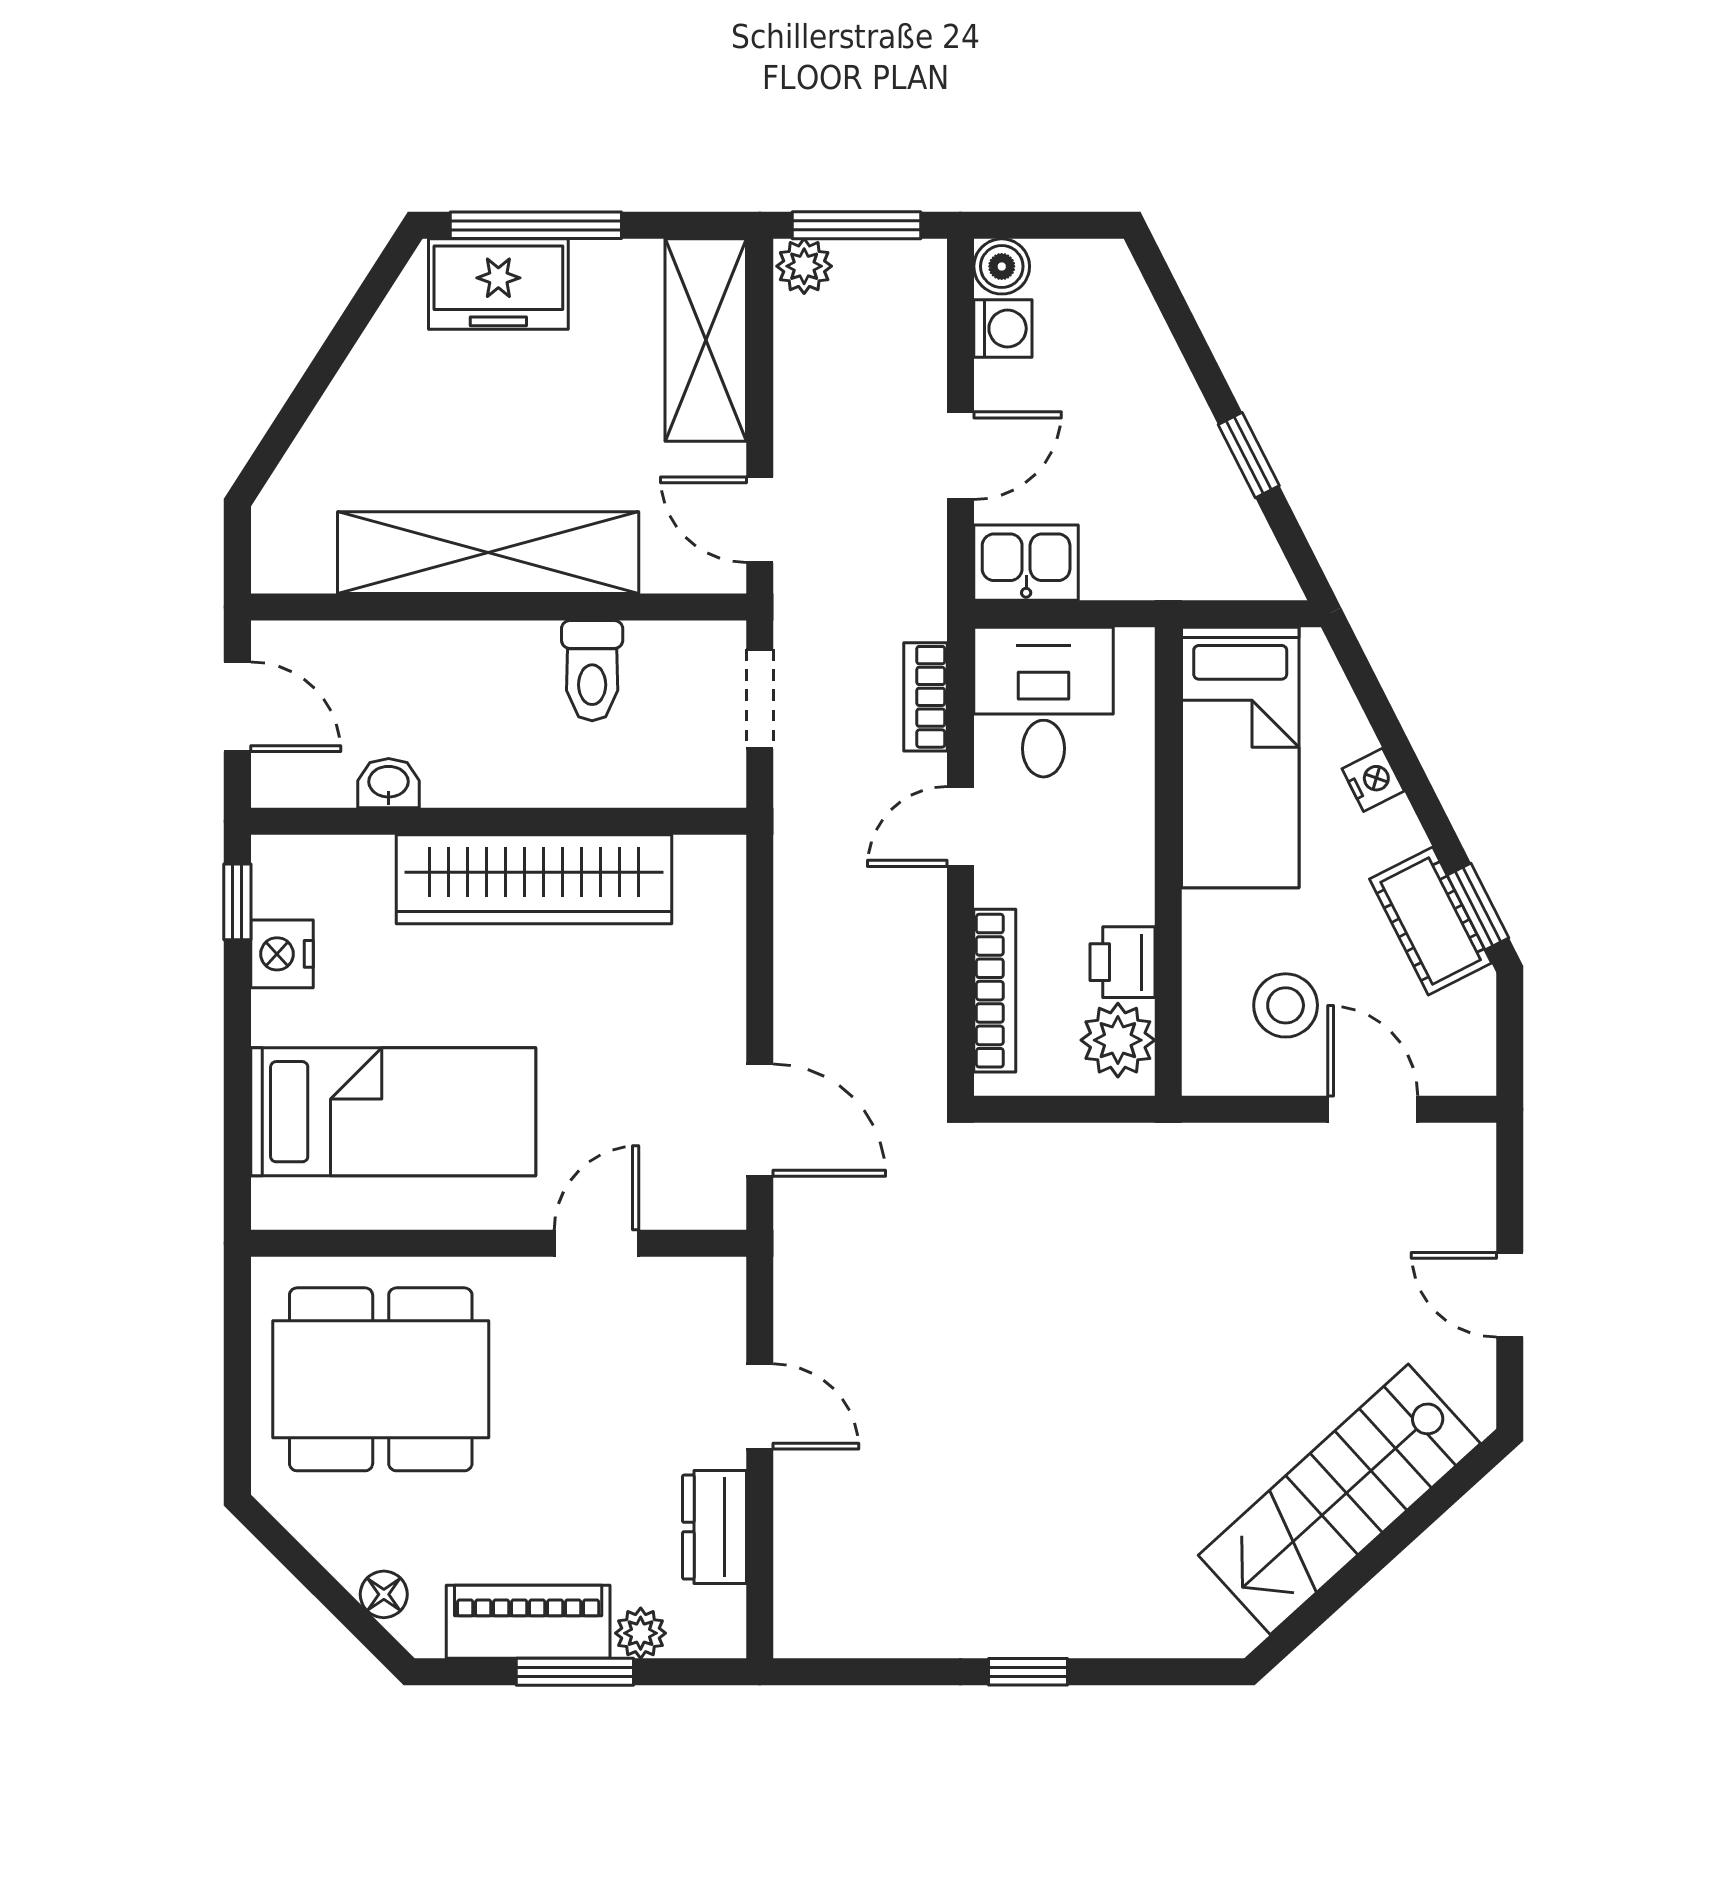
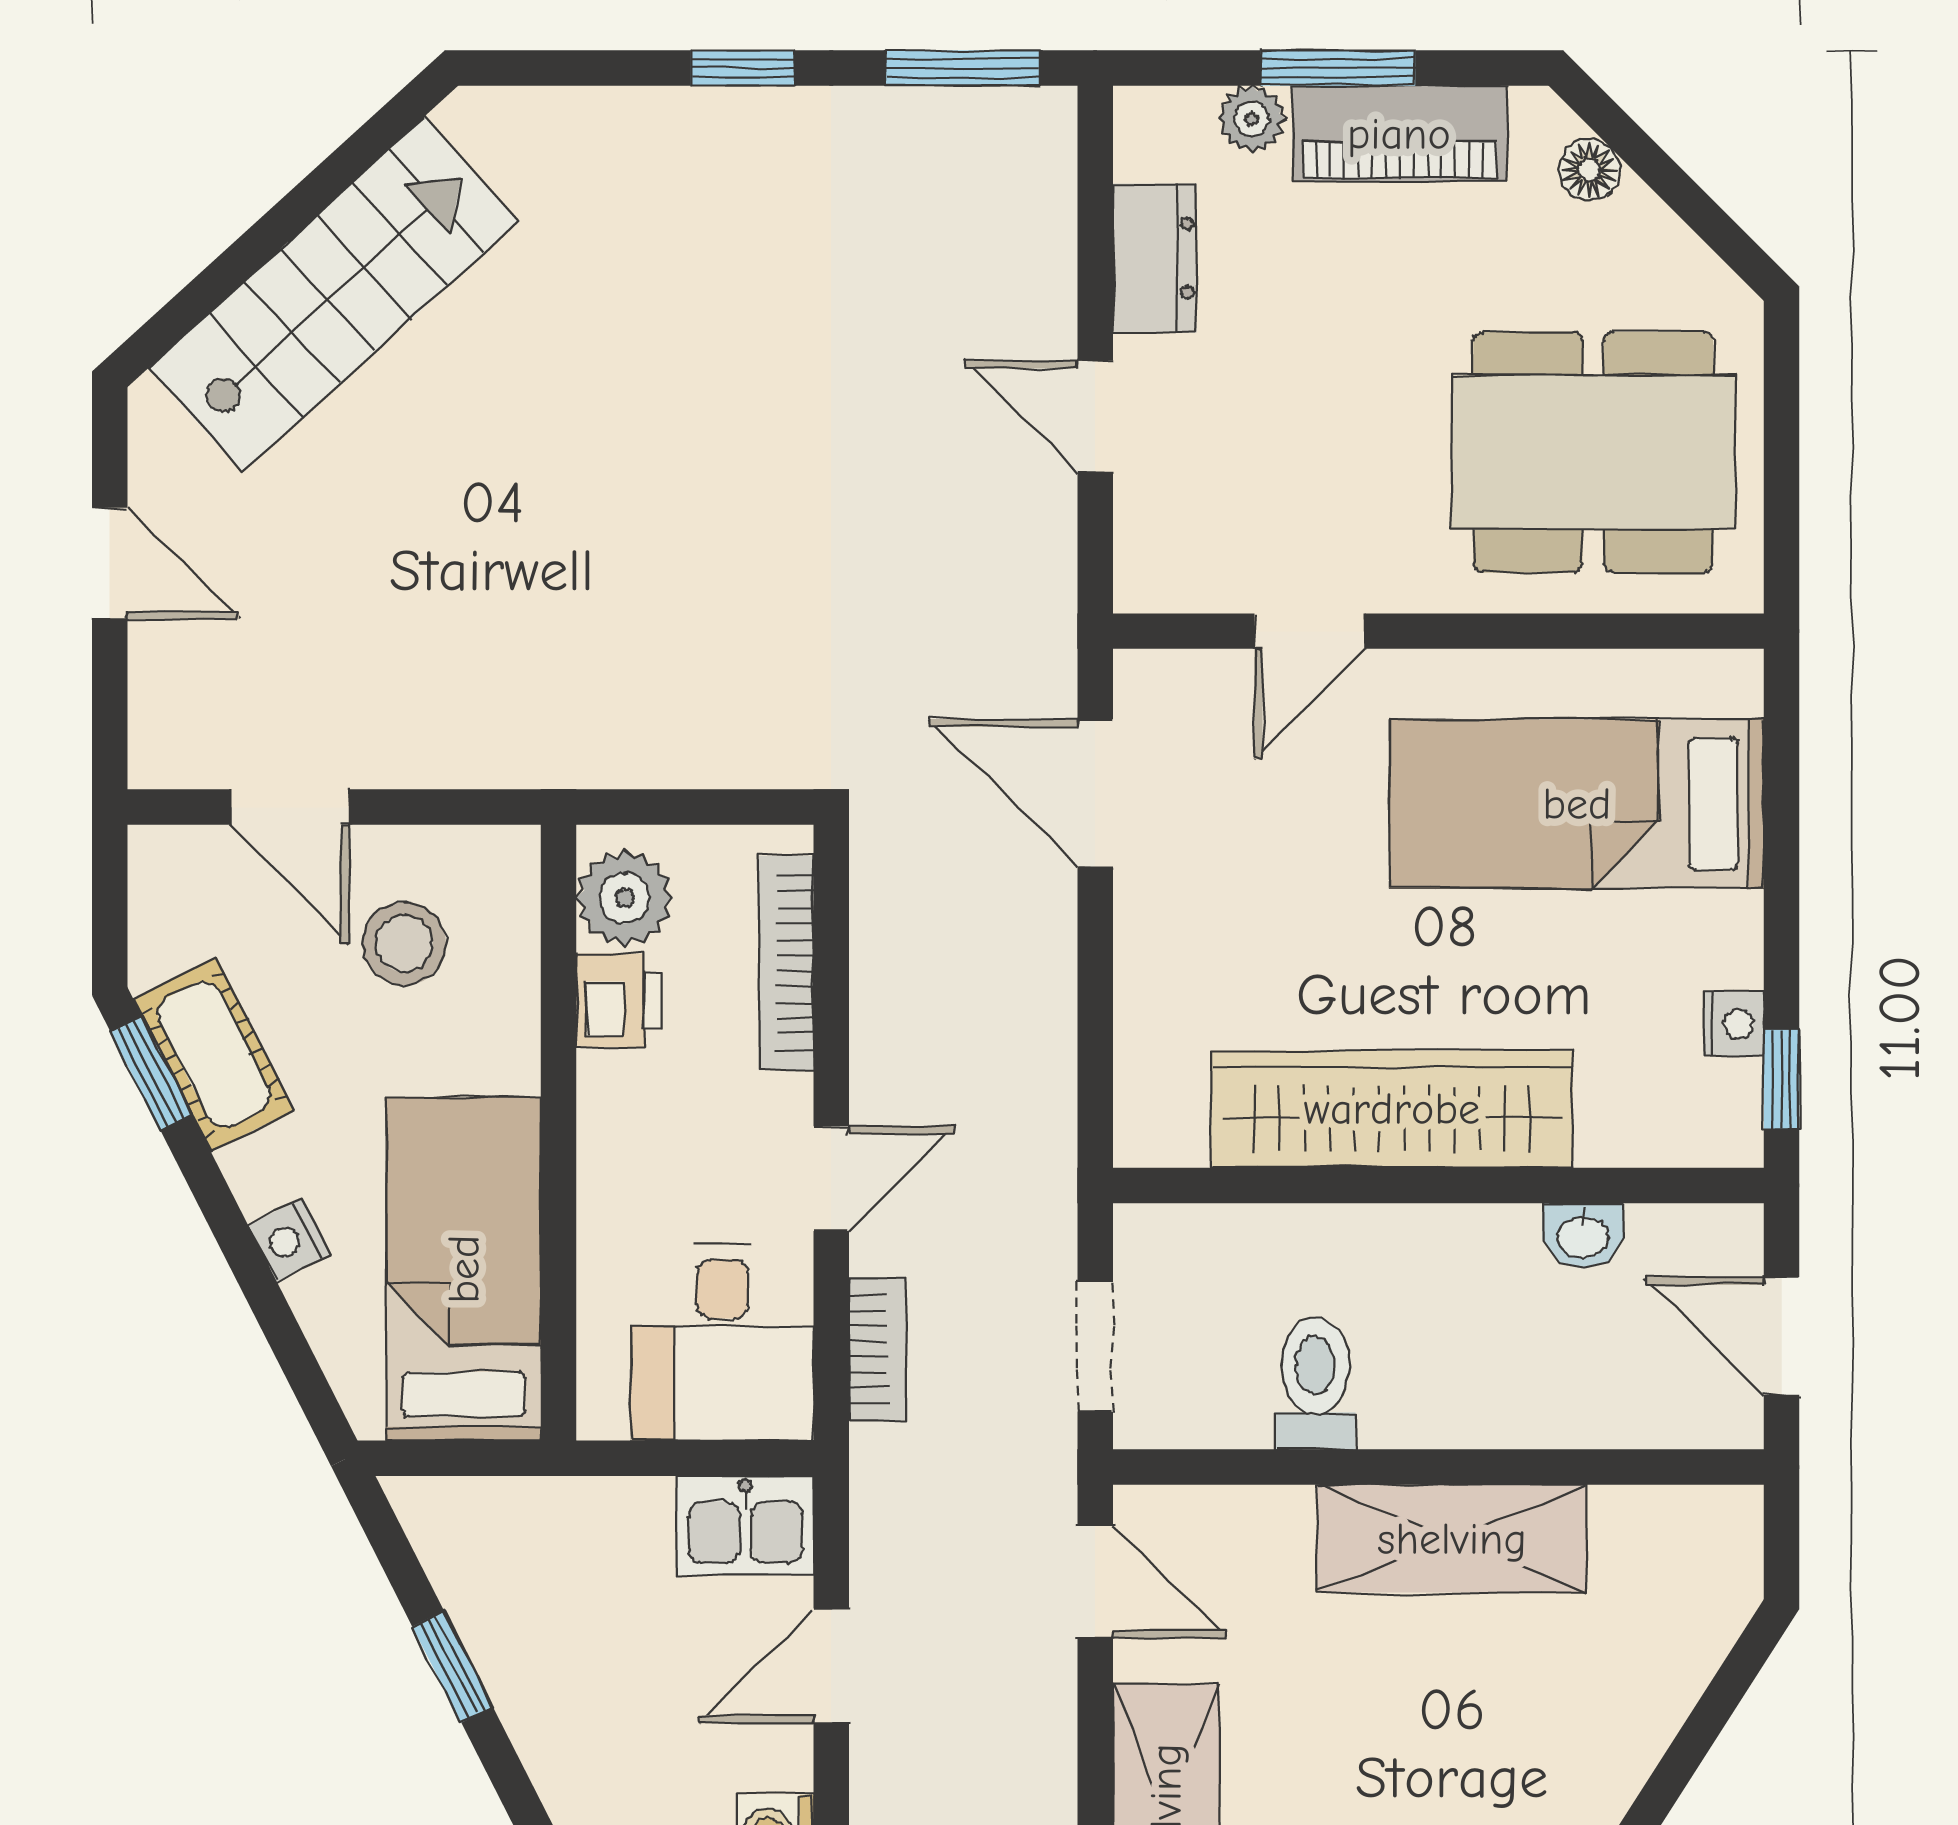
shelving: (488, 553) -> (1452, 1539), width x0.68
nightstand: (282, 954) -> (1734, 1024), width x0.72, depth x0.74
window: (861, 1672) -> (963, 68), added

